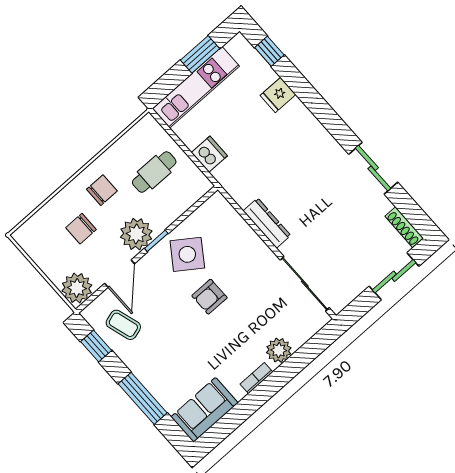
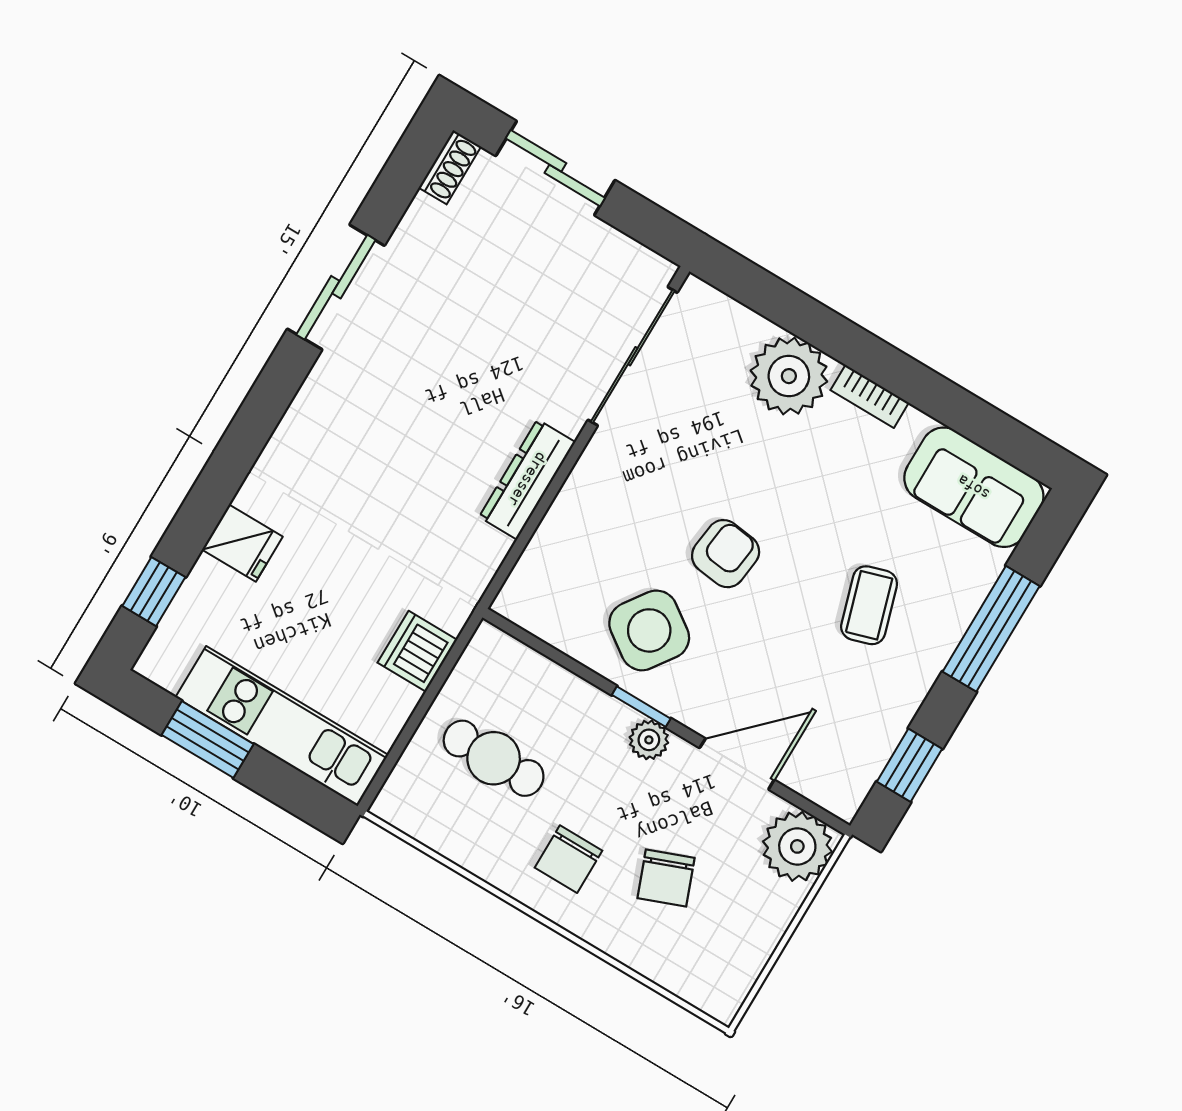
chair: (102, 190) -> (569, 859), turned -90
shoe rack: (404, 227) -> (450, 167), width x0.70
chair: (81, 229) -> (666, 878), turned 69
plant: (136, 234) -> (649, 740), width x0.53, depth x0.53
armchair: (209, 297) -> (726, 554), turned -83
coffee table: (123, 325) -> (869, 605), moved
plant: (279, 350) -> (789, 376), width x1.36, depth x1.36

